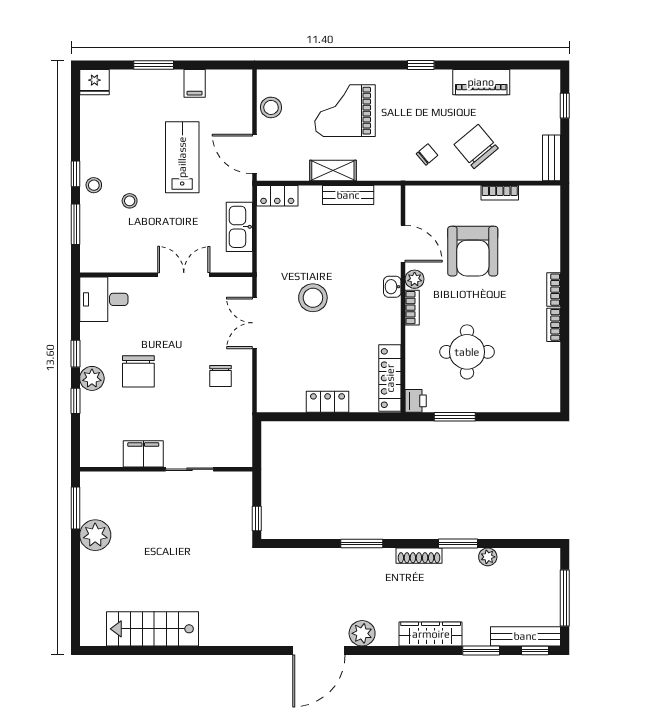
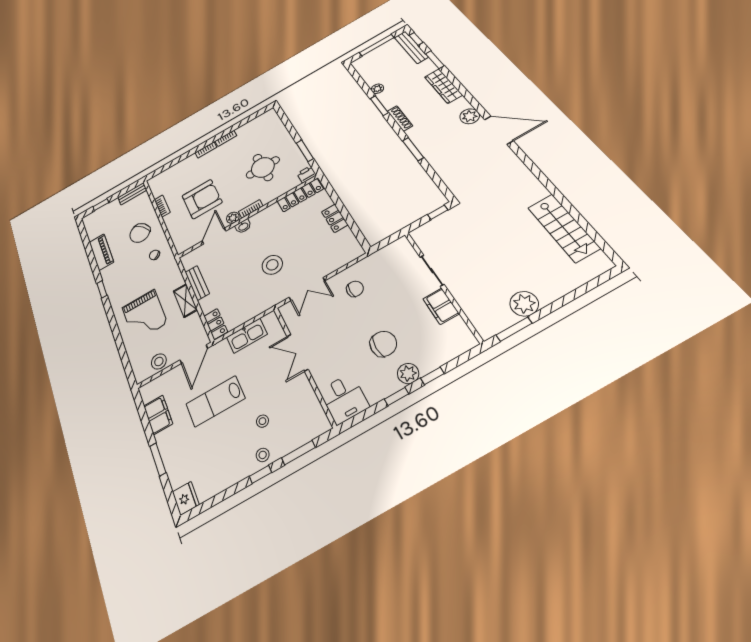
filing cabinet: (195, 83) -> (158, 415), width x2.00

